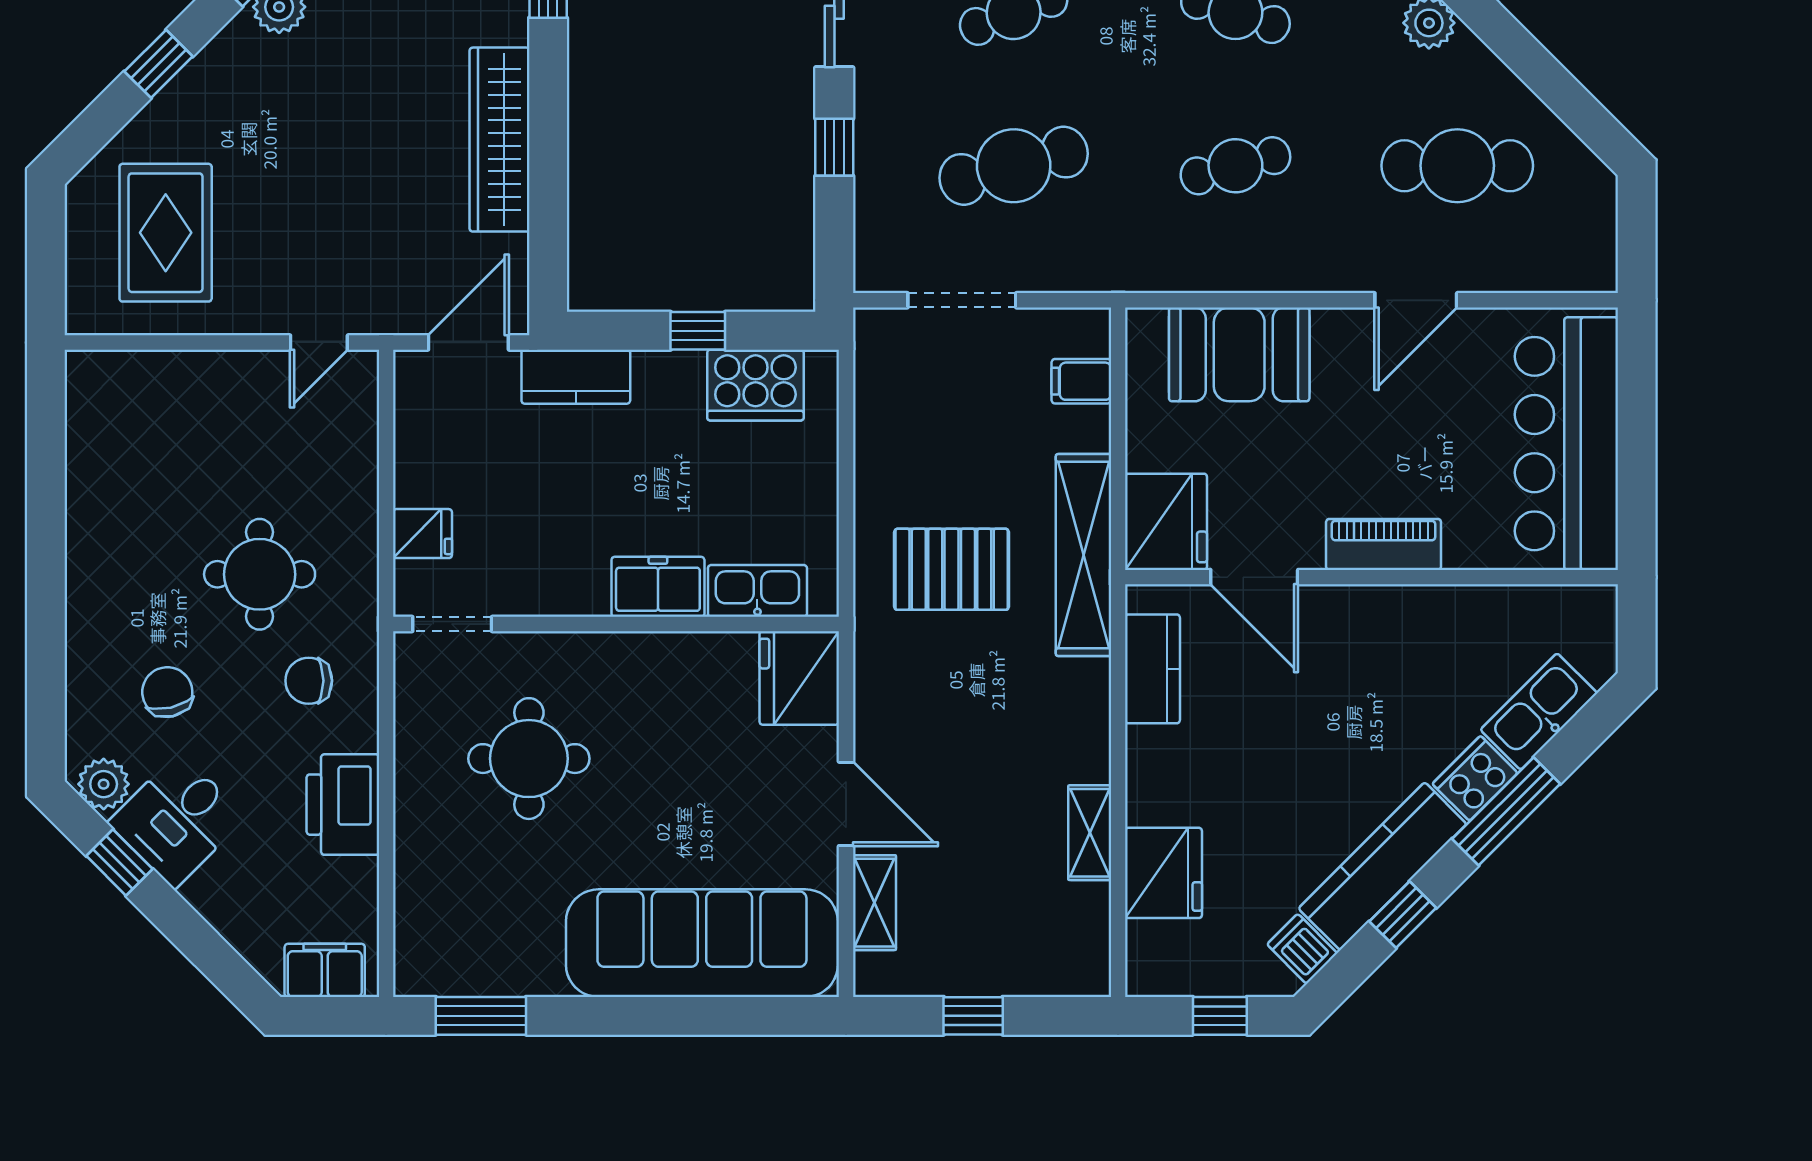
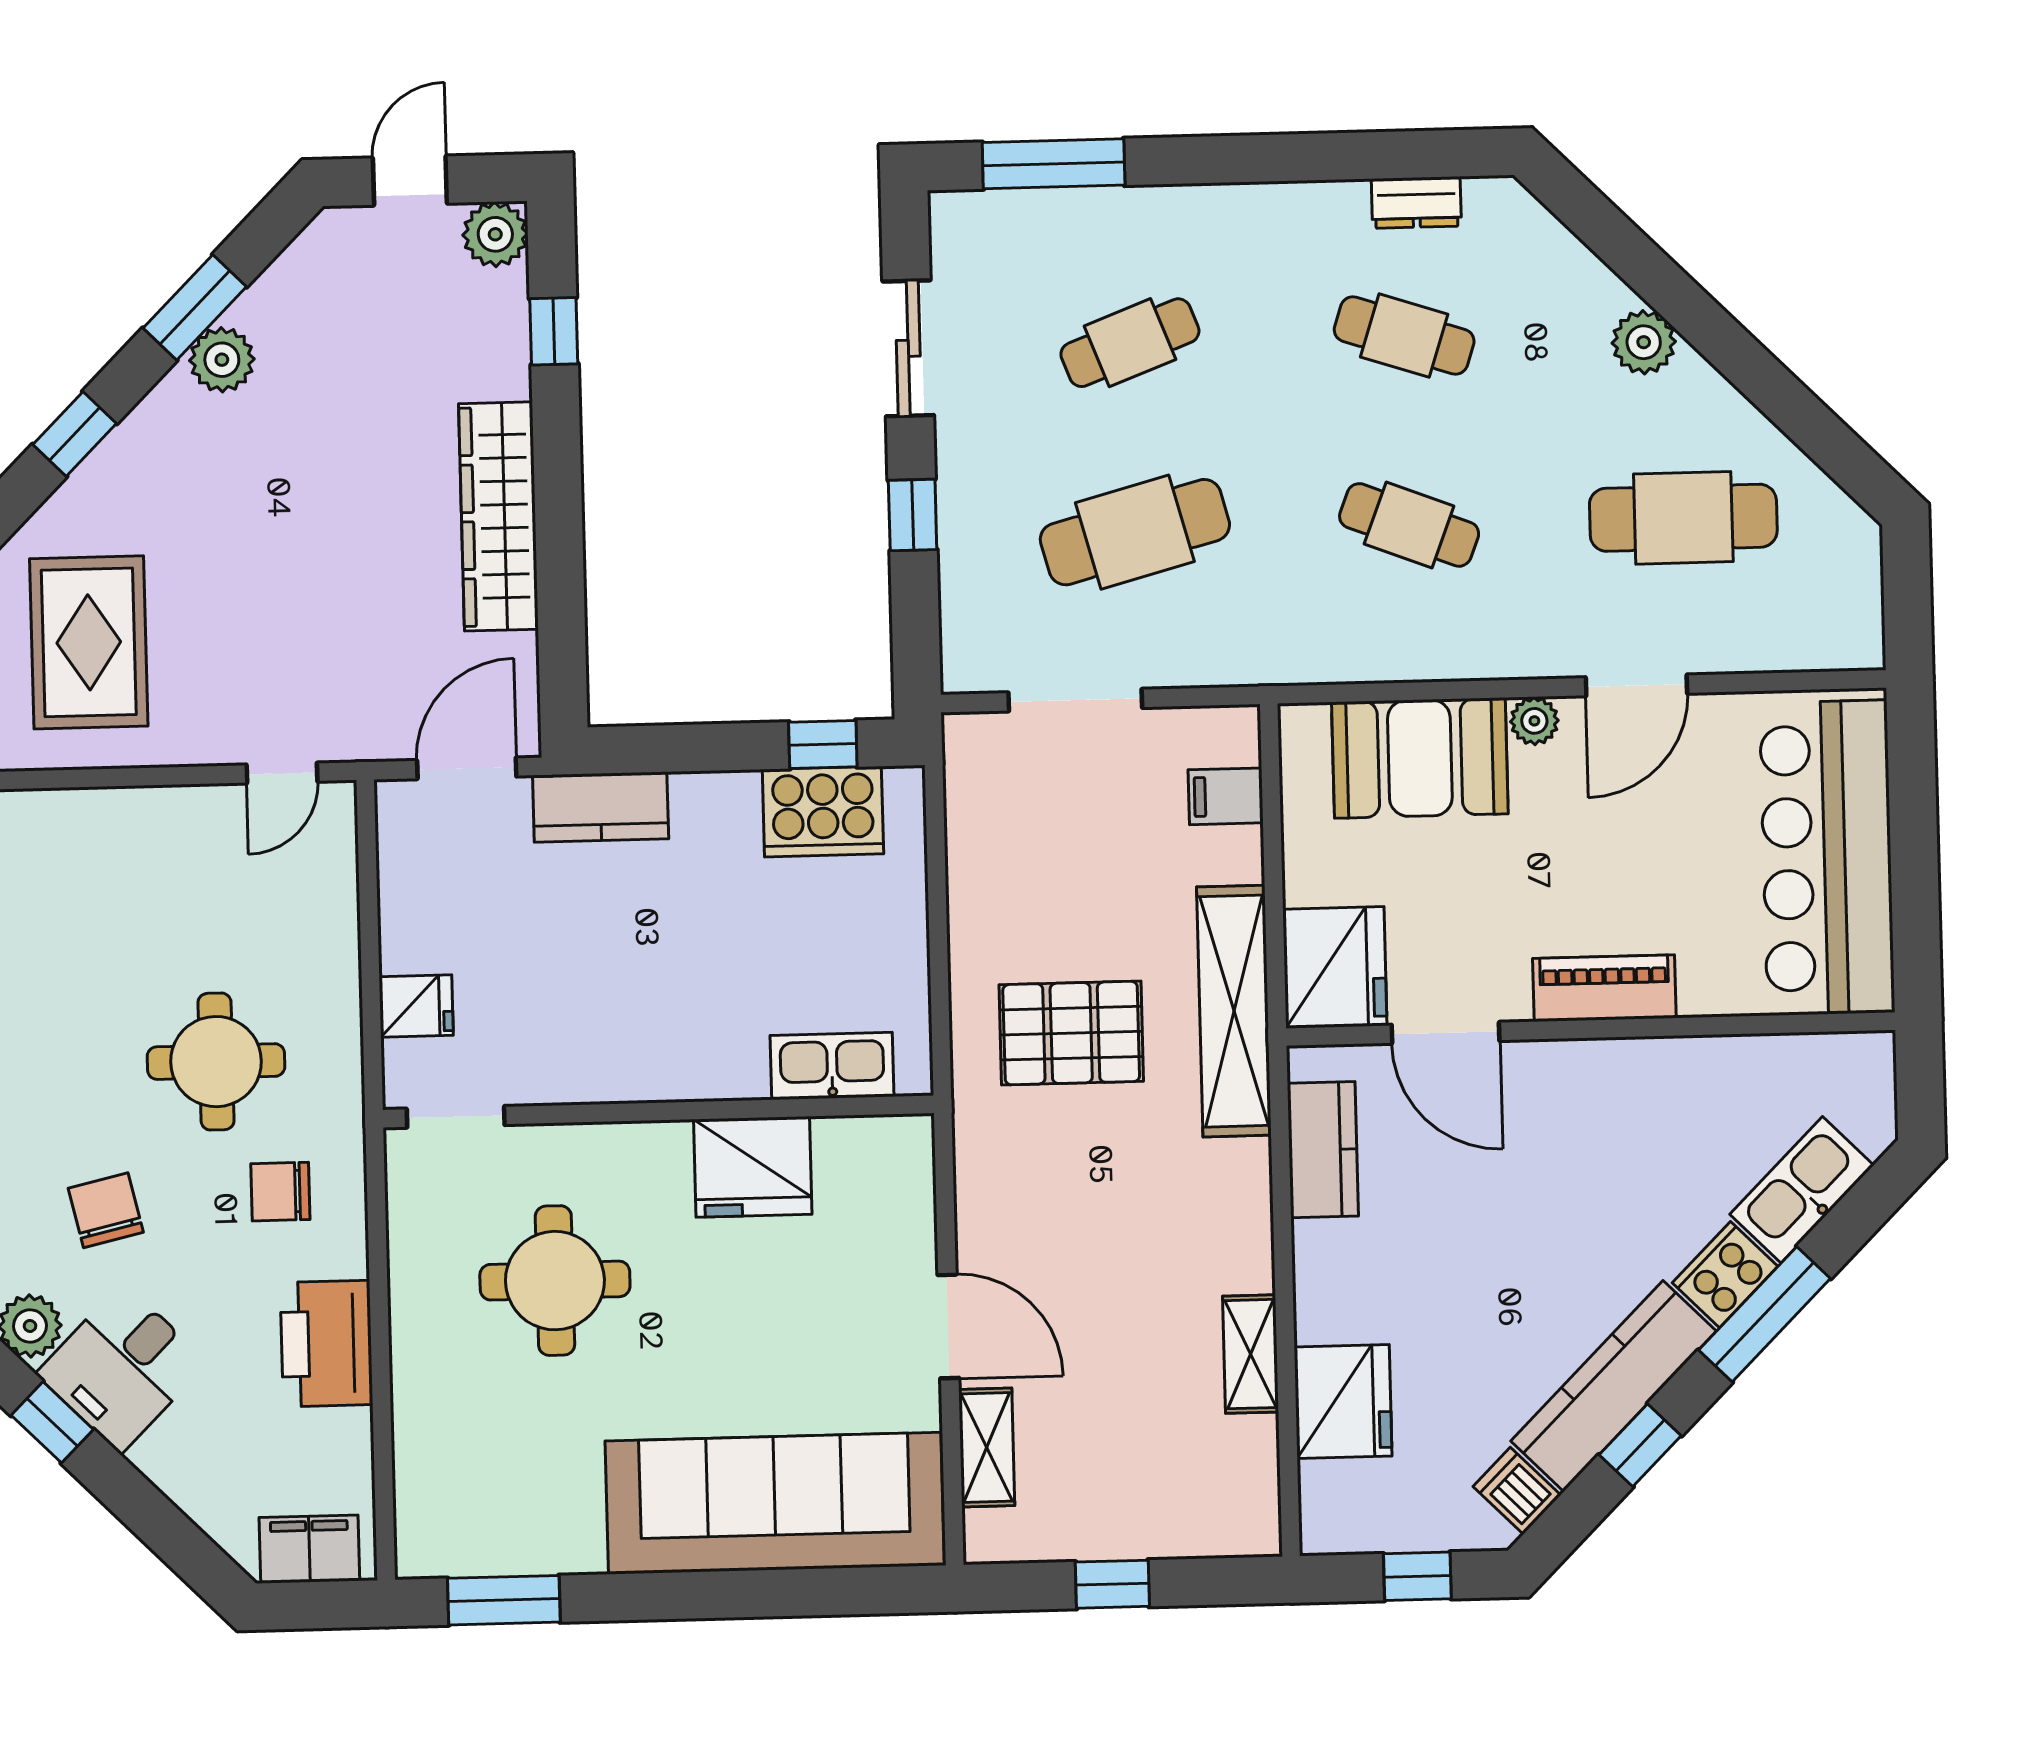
cafe table: (1235, 166) -> (1409, 525), turned 36
plant: (1333, 327) -> (1534, 721), added
window: (698, 331) -> (823, 744), moved
freezer: (658, 587) -> (709, 1064), removed
fridge: (799, 678) -> (753, 1167), moved, turned -90

